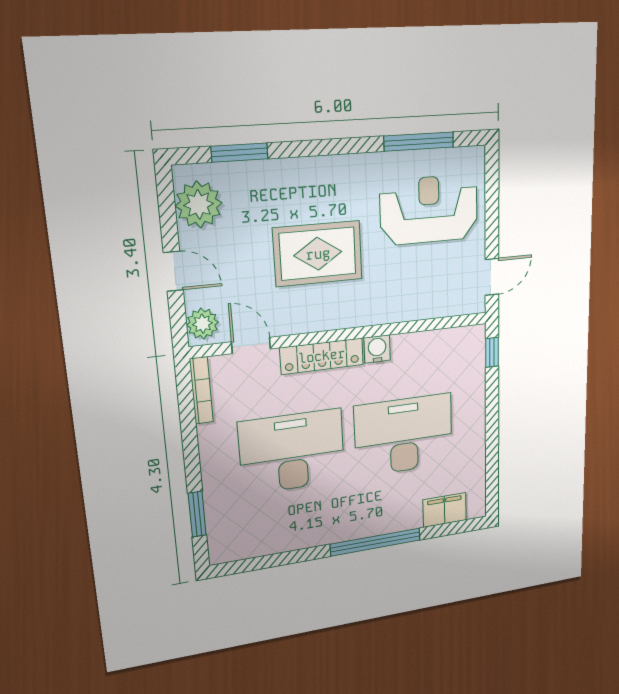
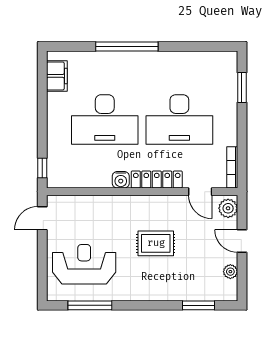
plant: (199, 204) -> (230, 272), width x0.53, depth x0.53
reception desk: (429, 210) -> (84, 264), turned 180
rug: (318, 254) -> (156, 243), width x0.73, depth x0.70
filing cabinet: (445, 510) -> (57, 76), moved, turned -90

